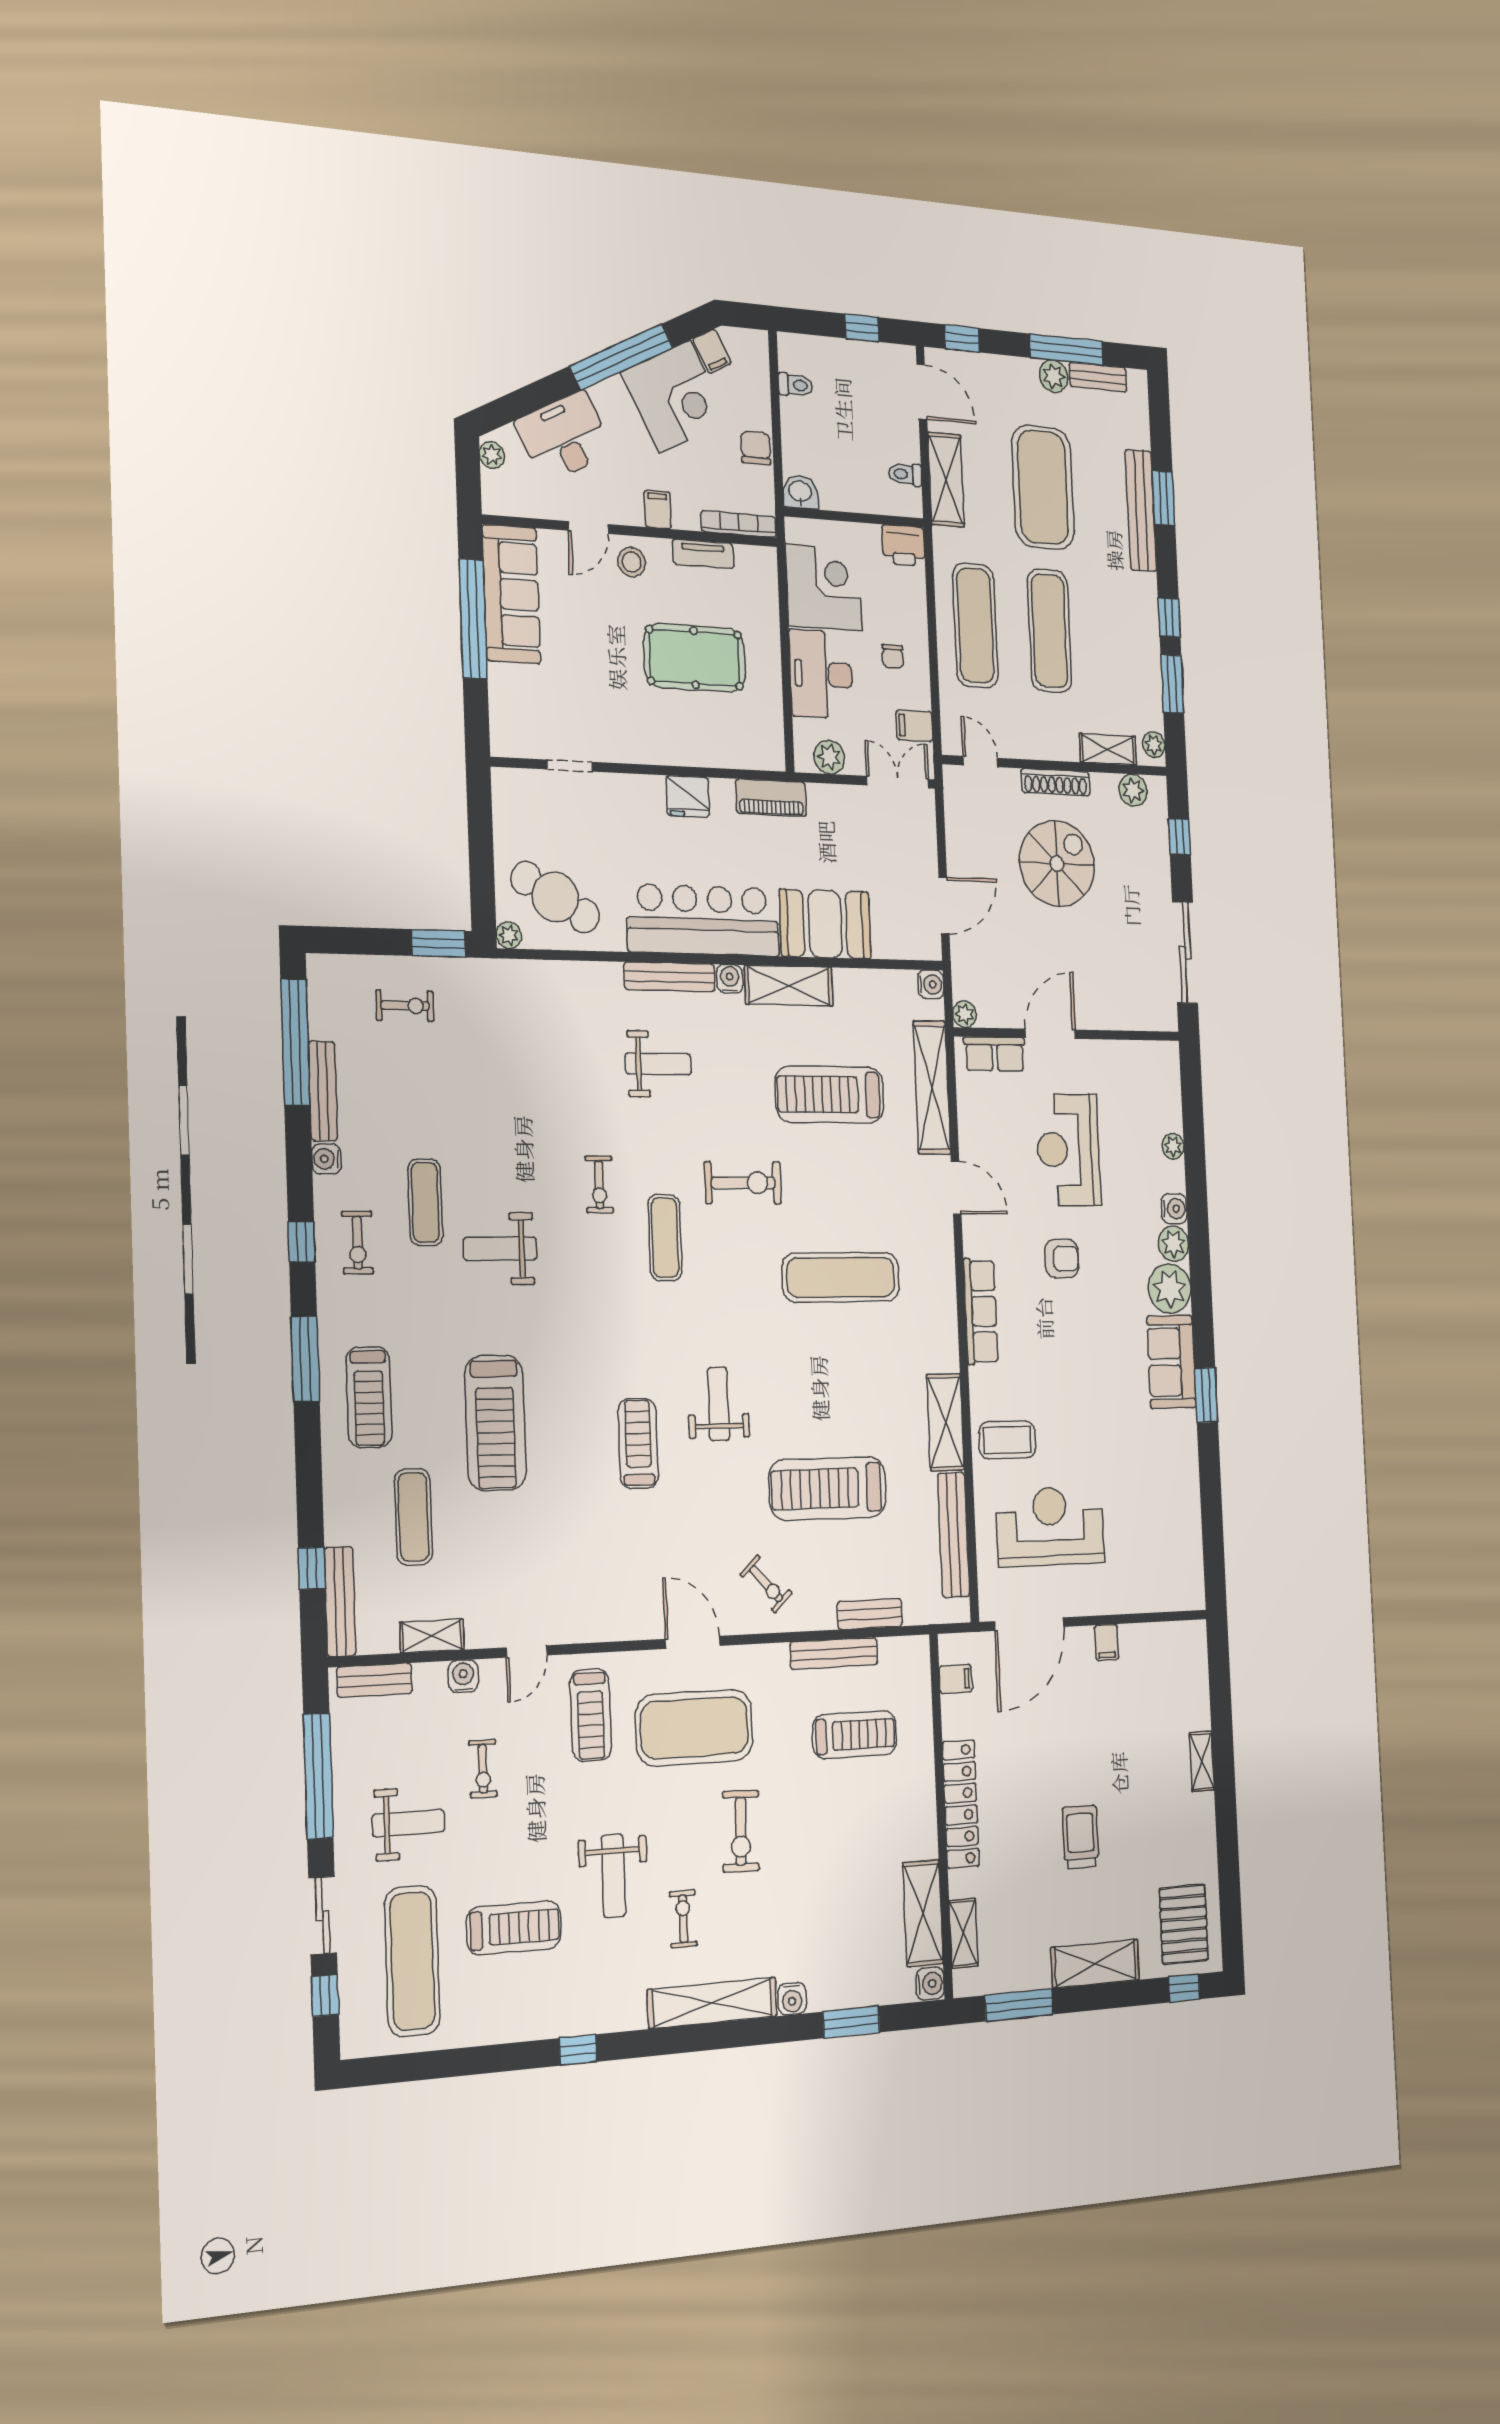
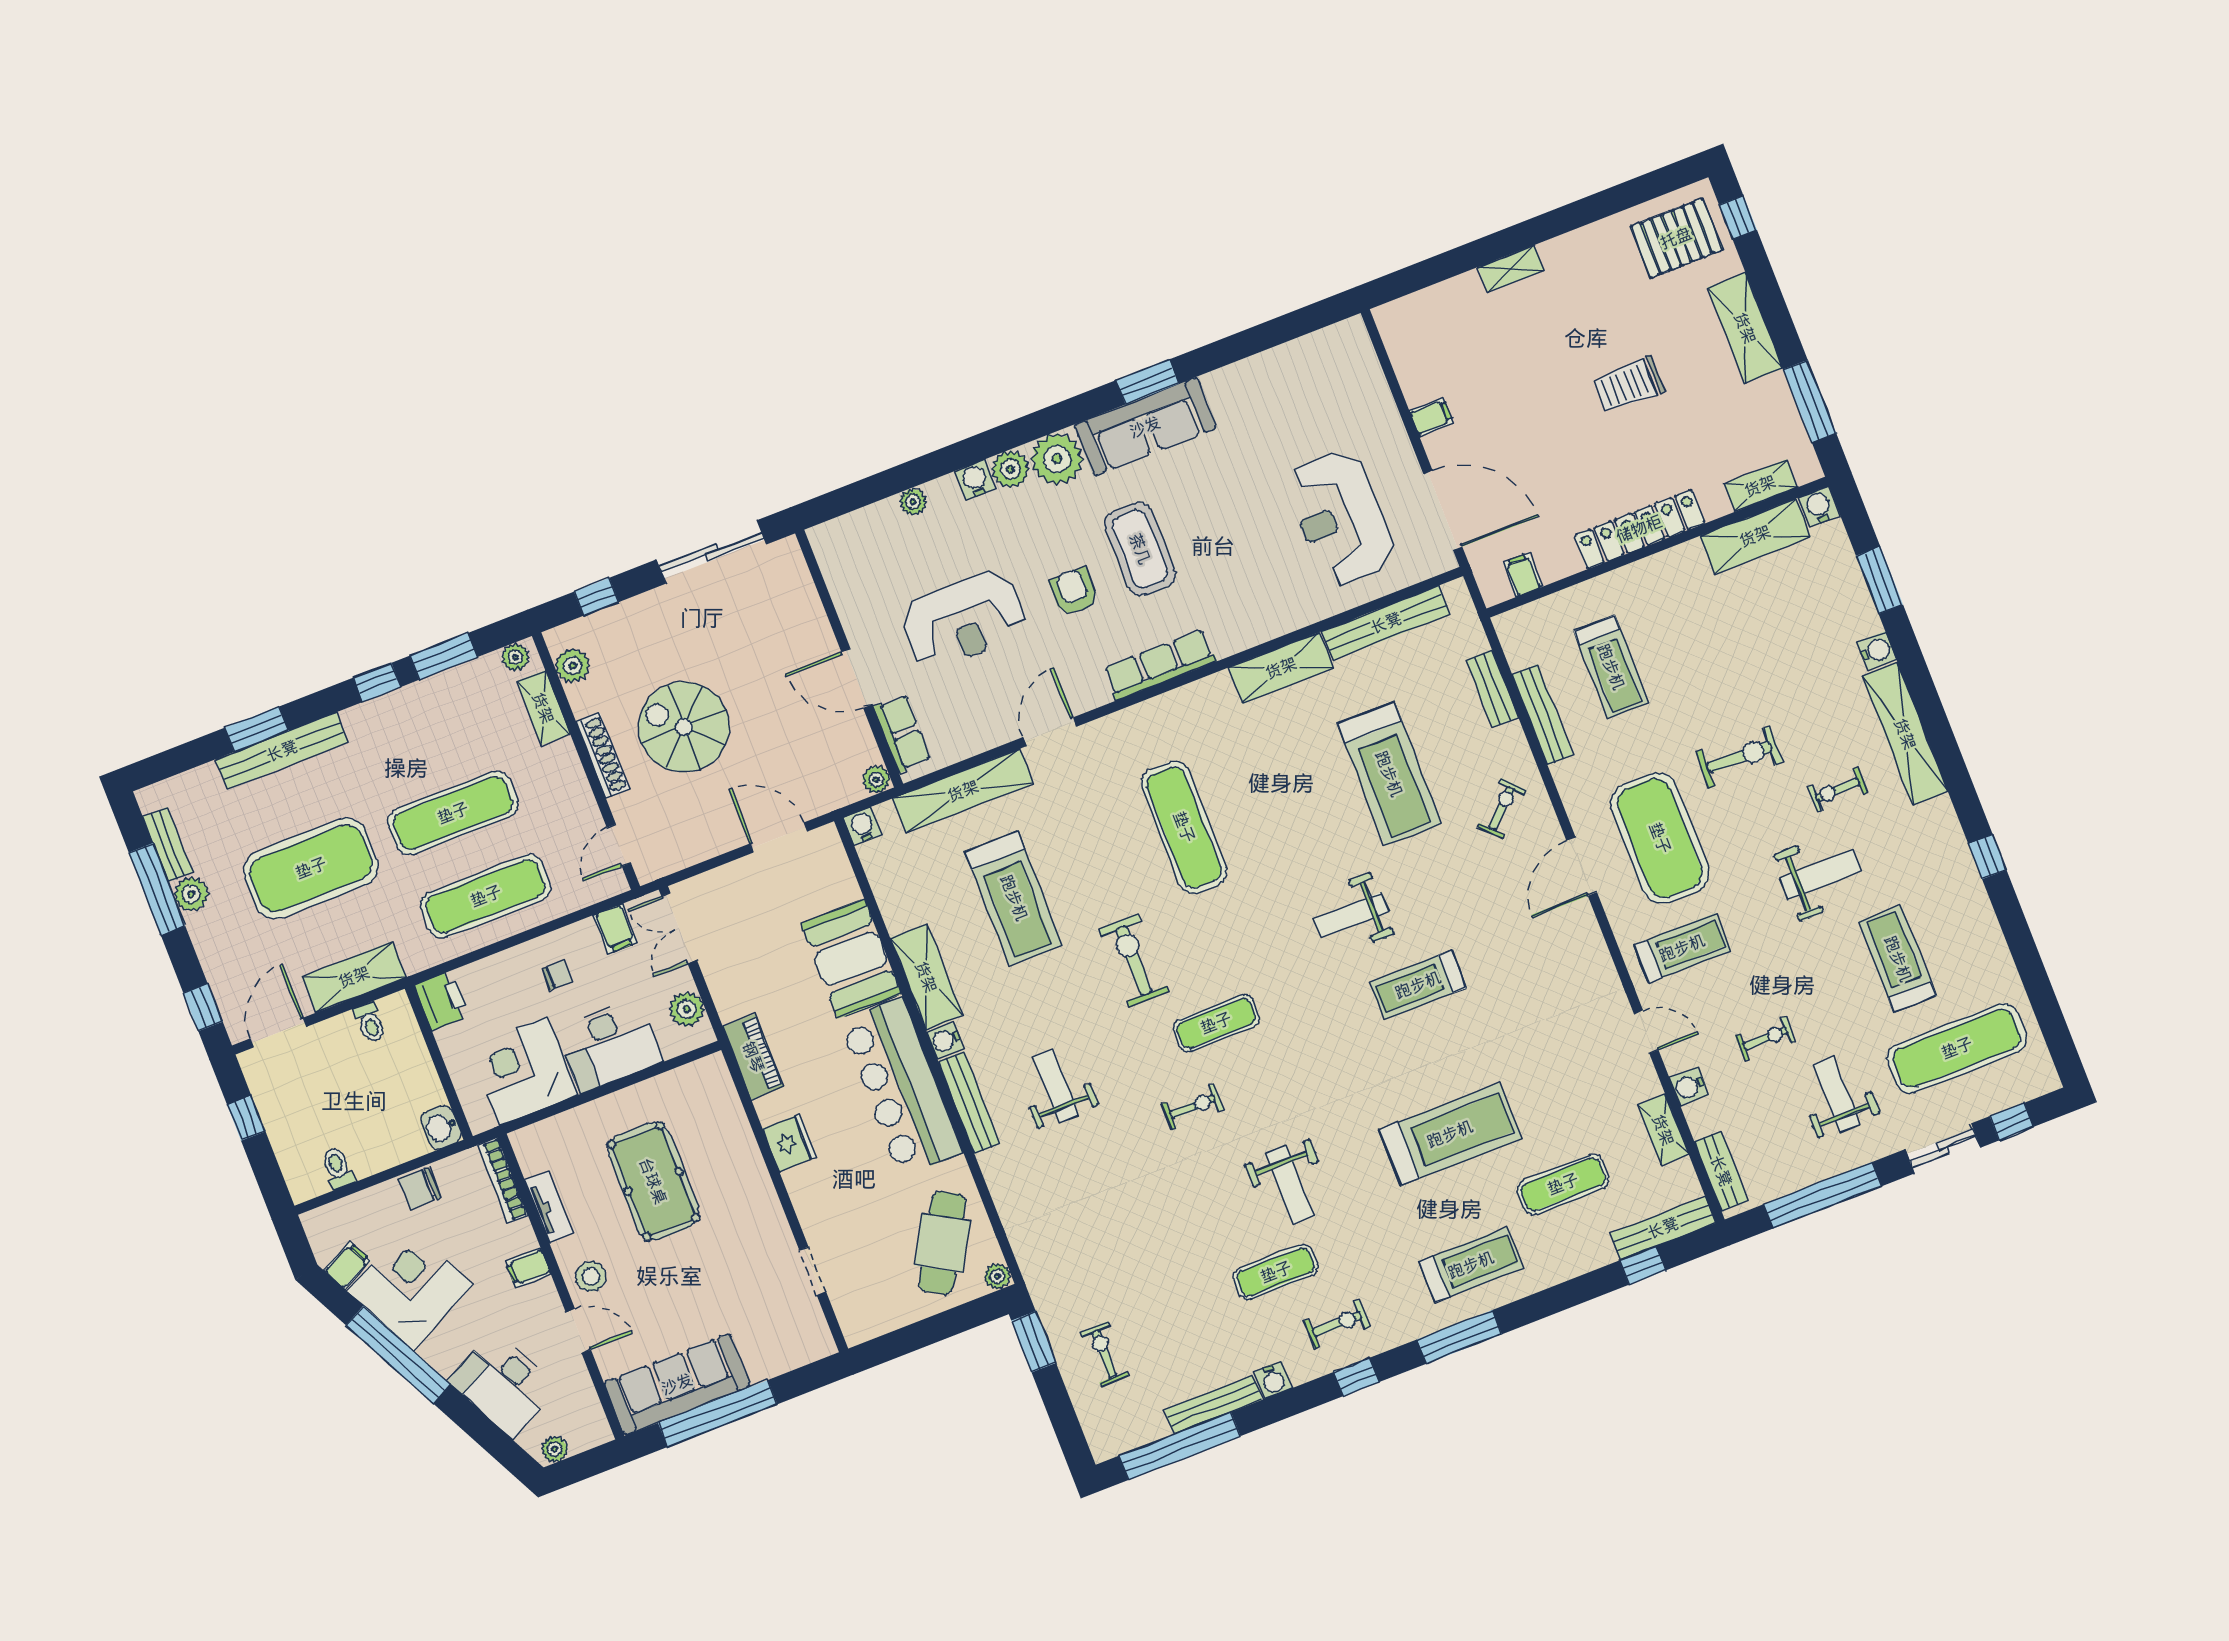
sofa: (1171, 1362) -> (1145, 427), width x1.36
coffee table: (1007, 1440) -> (1140, 549), moved, width x1.36, depth x1.32
treadmill: (855, 1735) -> (1611, 667), turned 180

